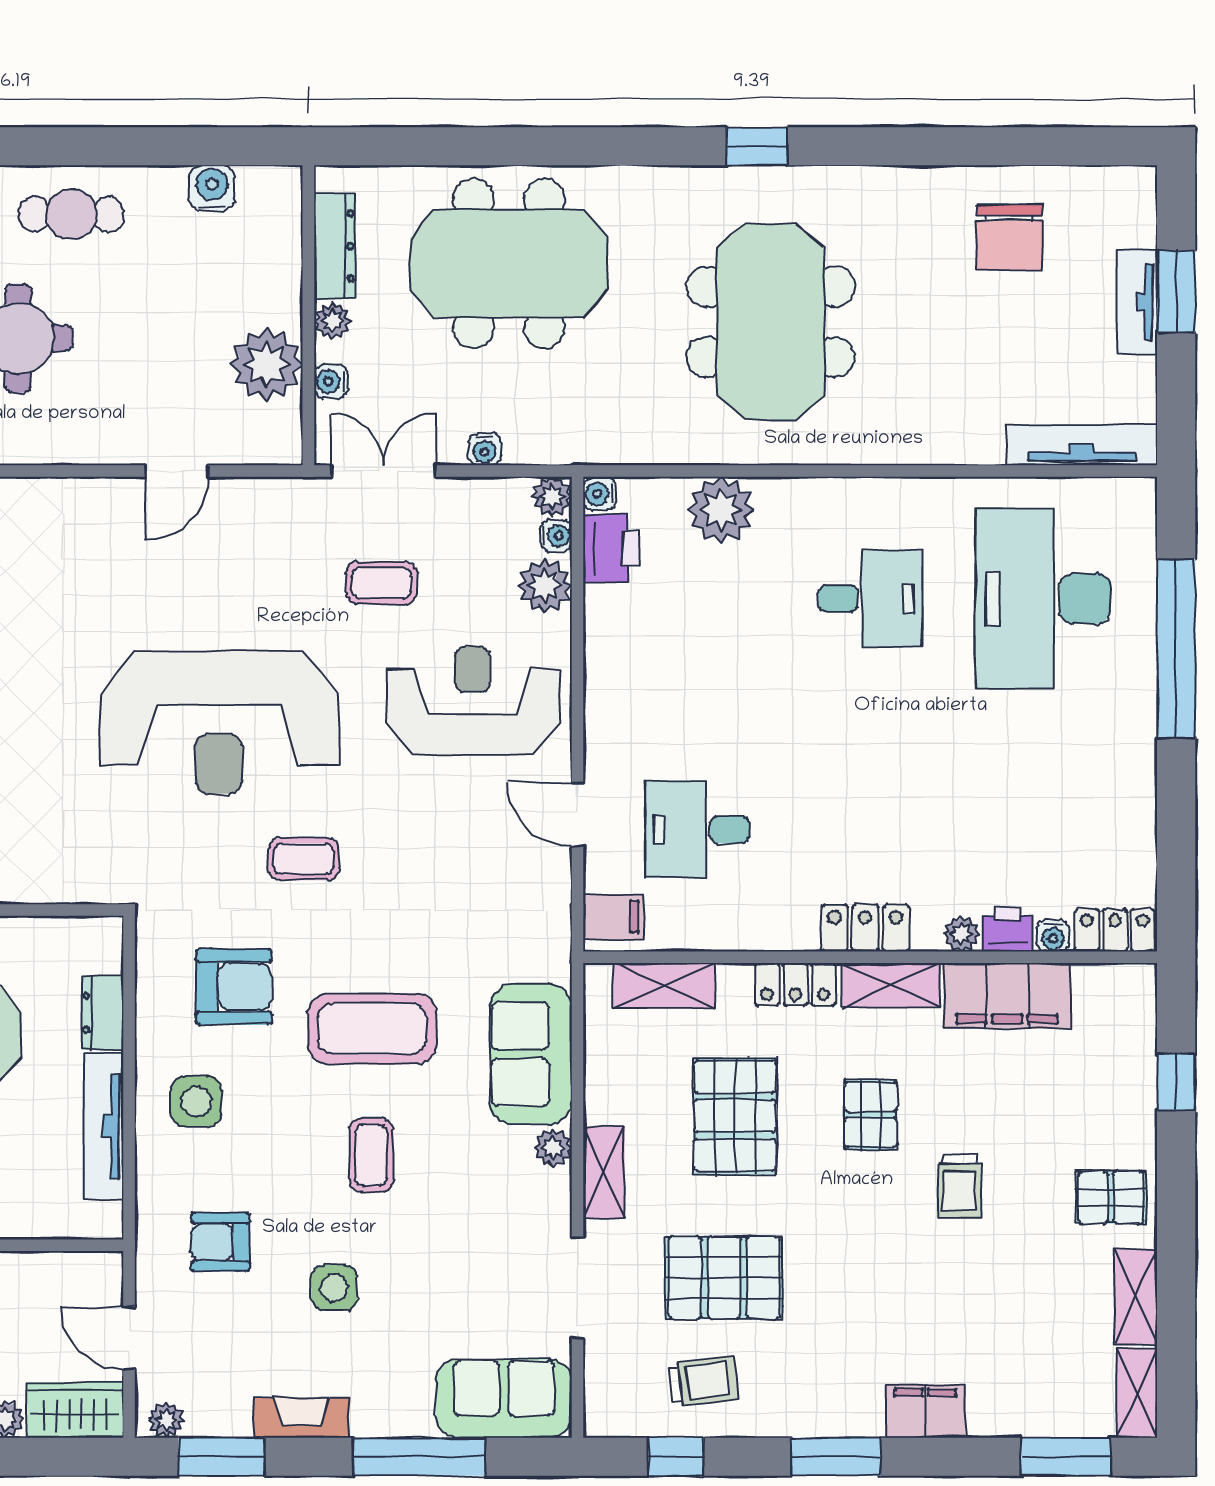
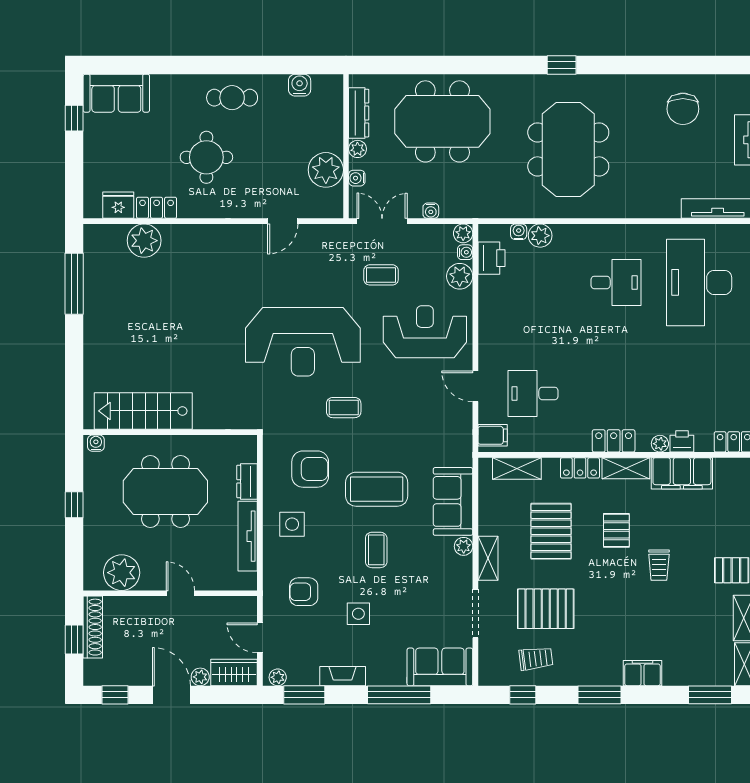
water cooler: (600, 494) -> (519, 232), moved, turned 90
plant: (721, 510) -> (540, 236), width x0.73, depth x0.73
water cooler: (1053, 936) -> (704, 445), removed

